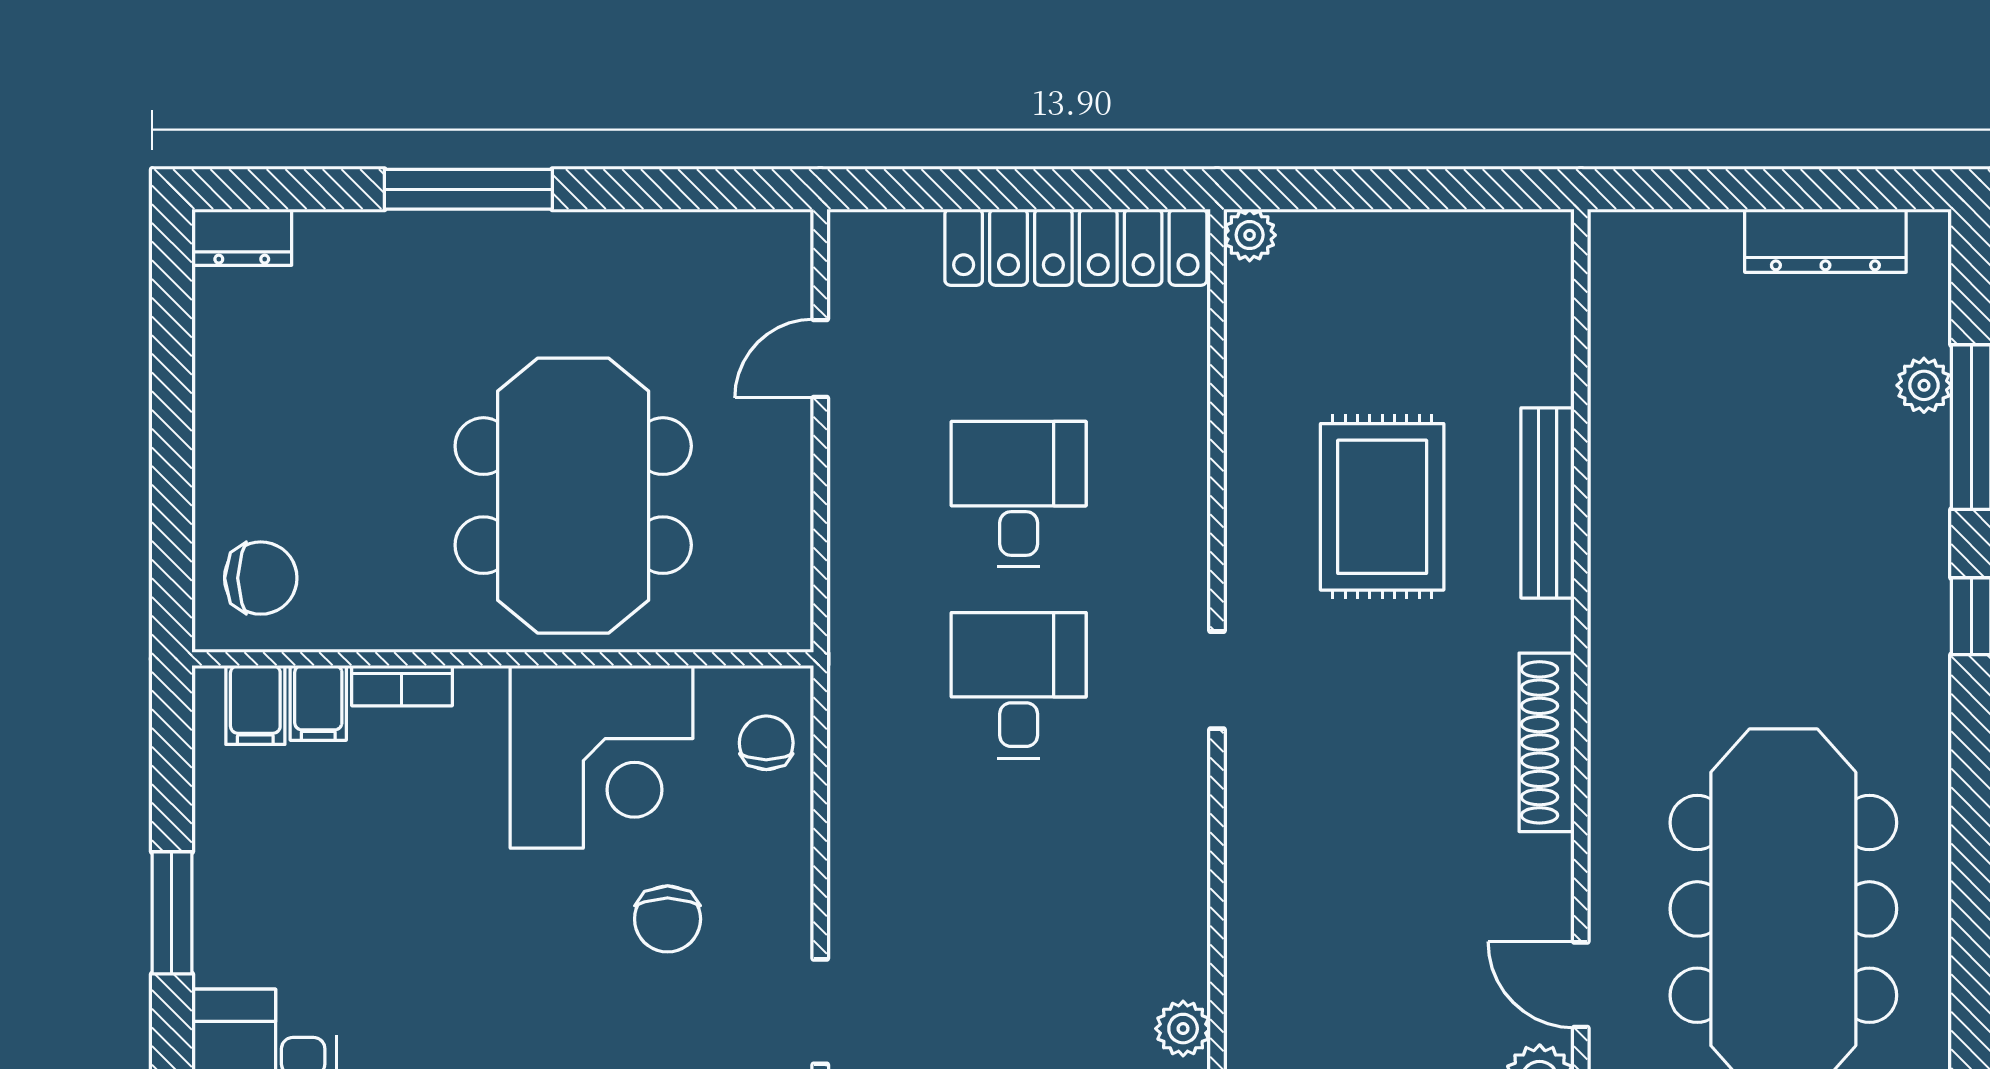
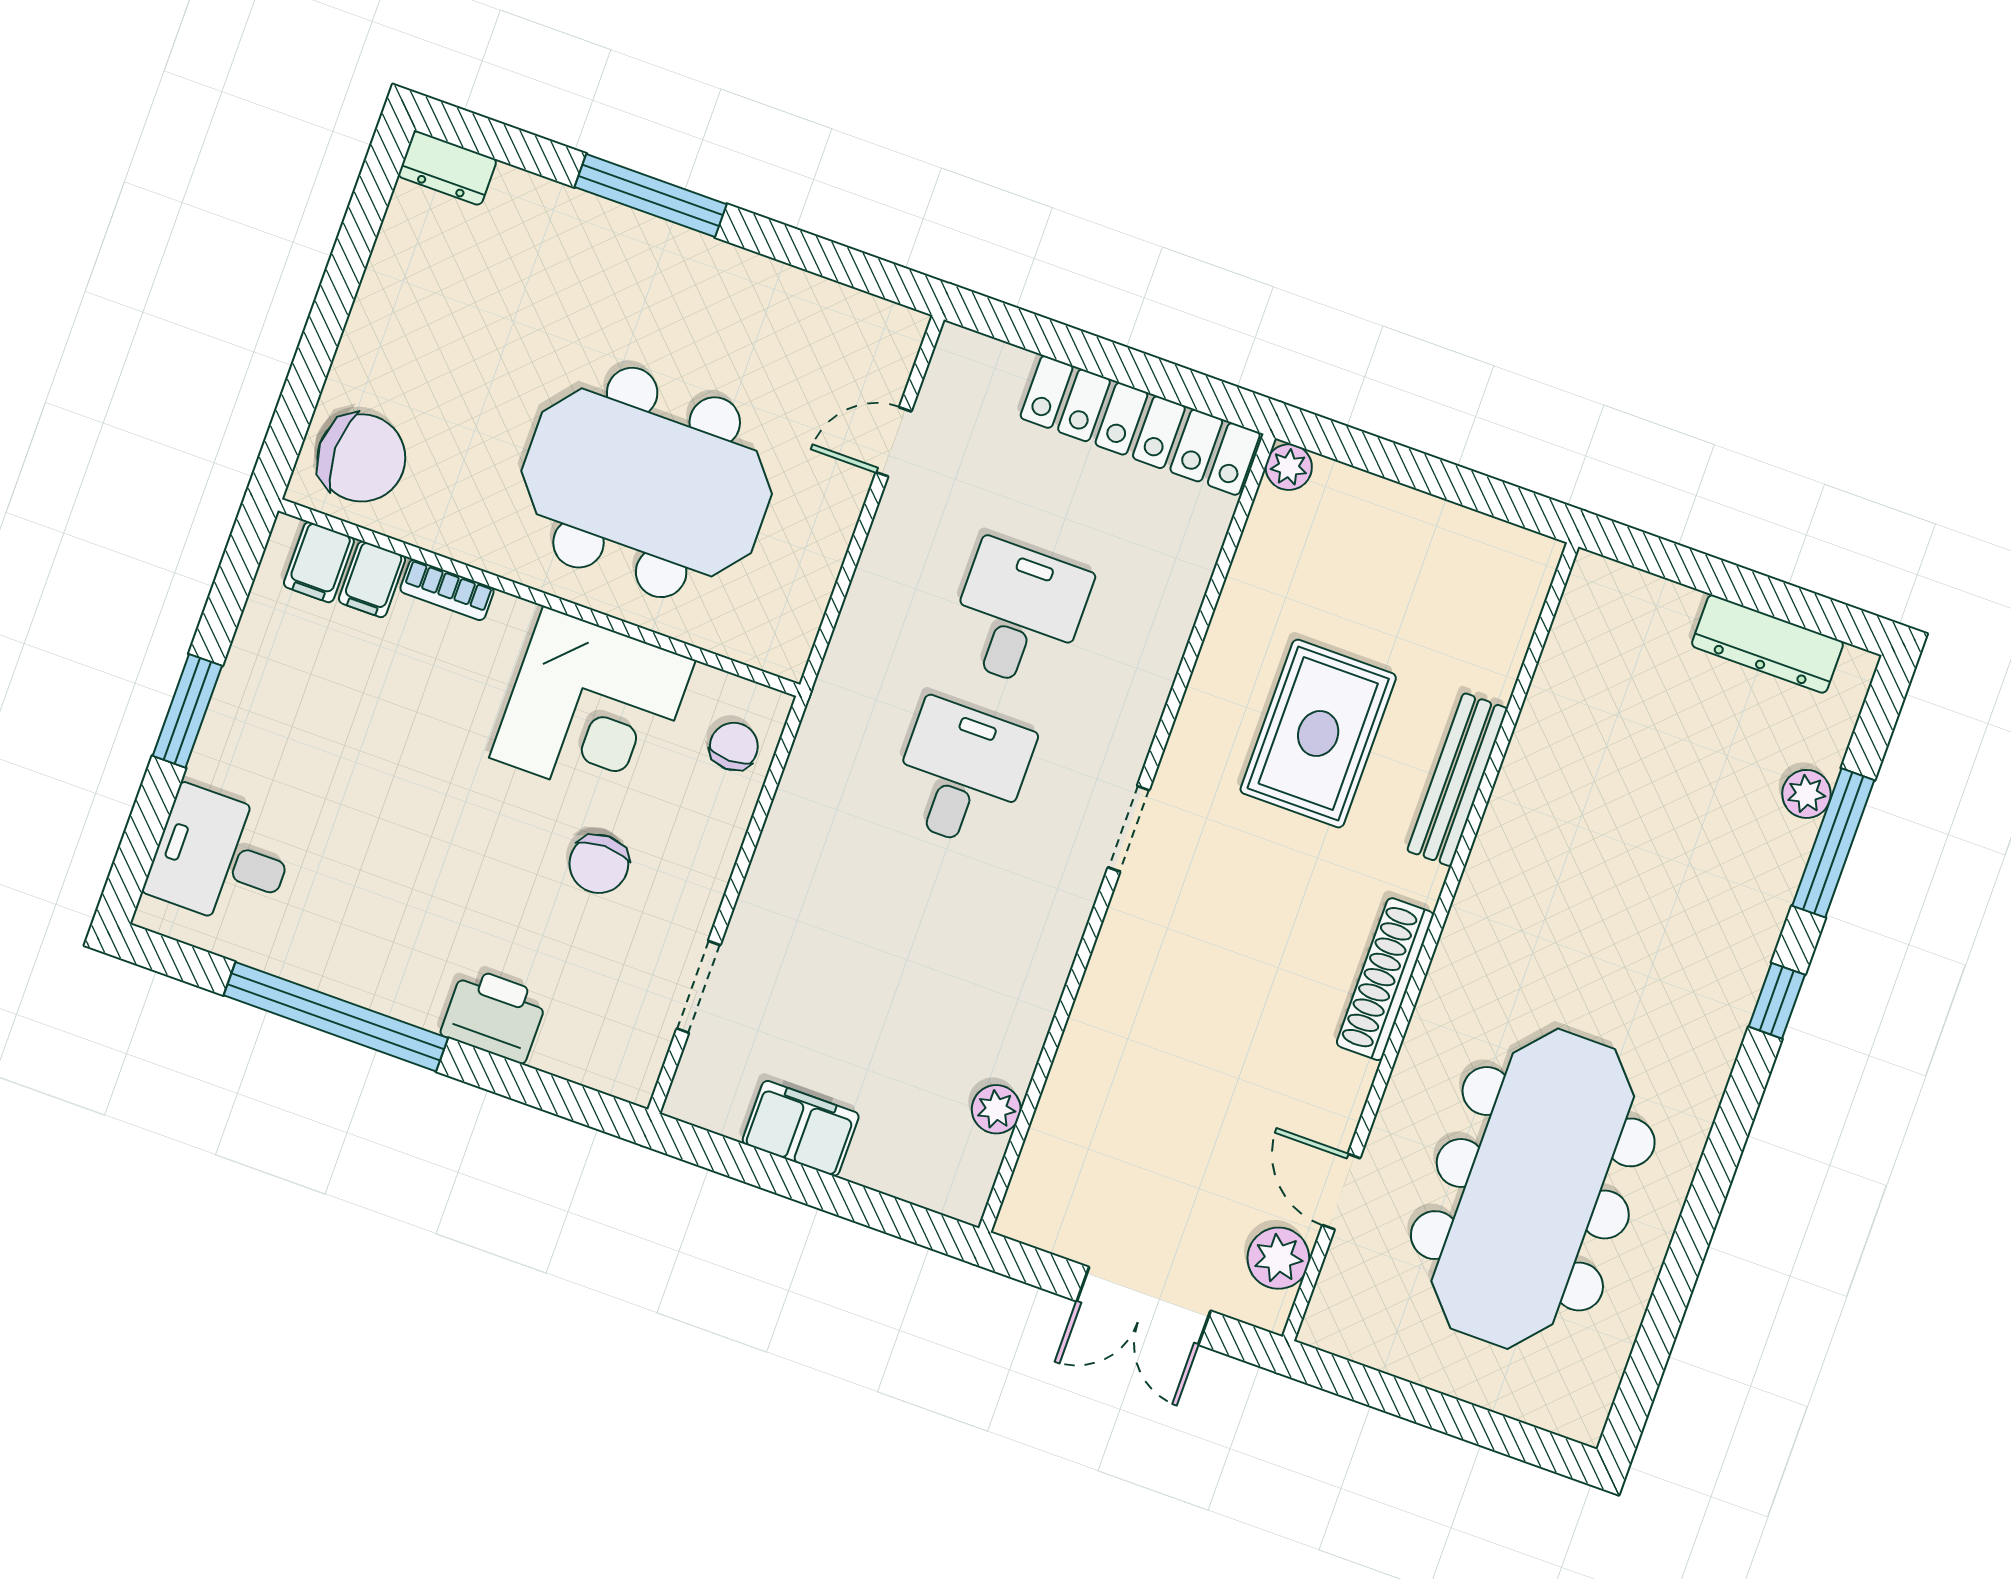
meeting table: (573, 496) -> (647, 482), turned 90
chair: (261, 578) -> (361, 458), width x1.37, depth x1.37

